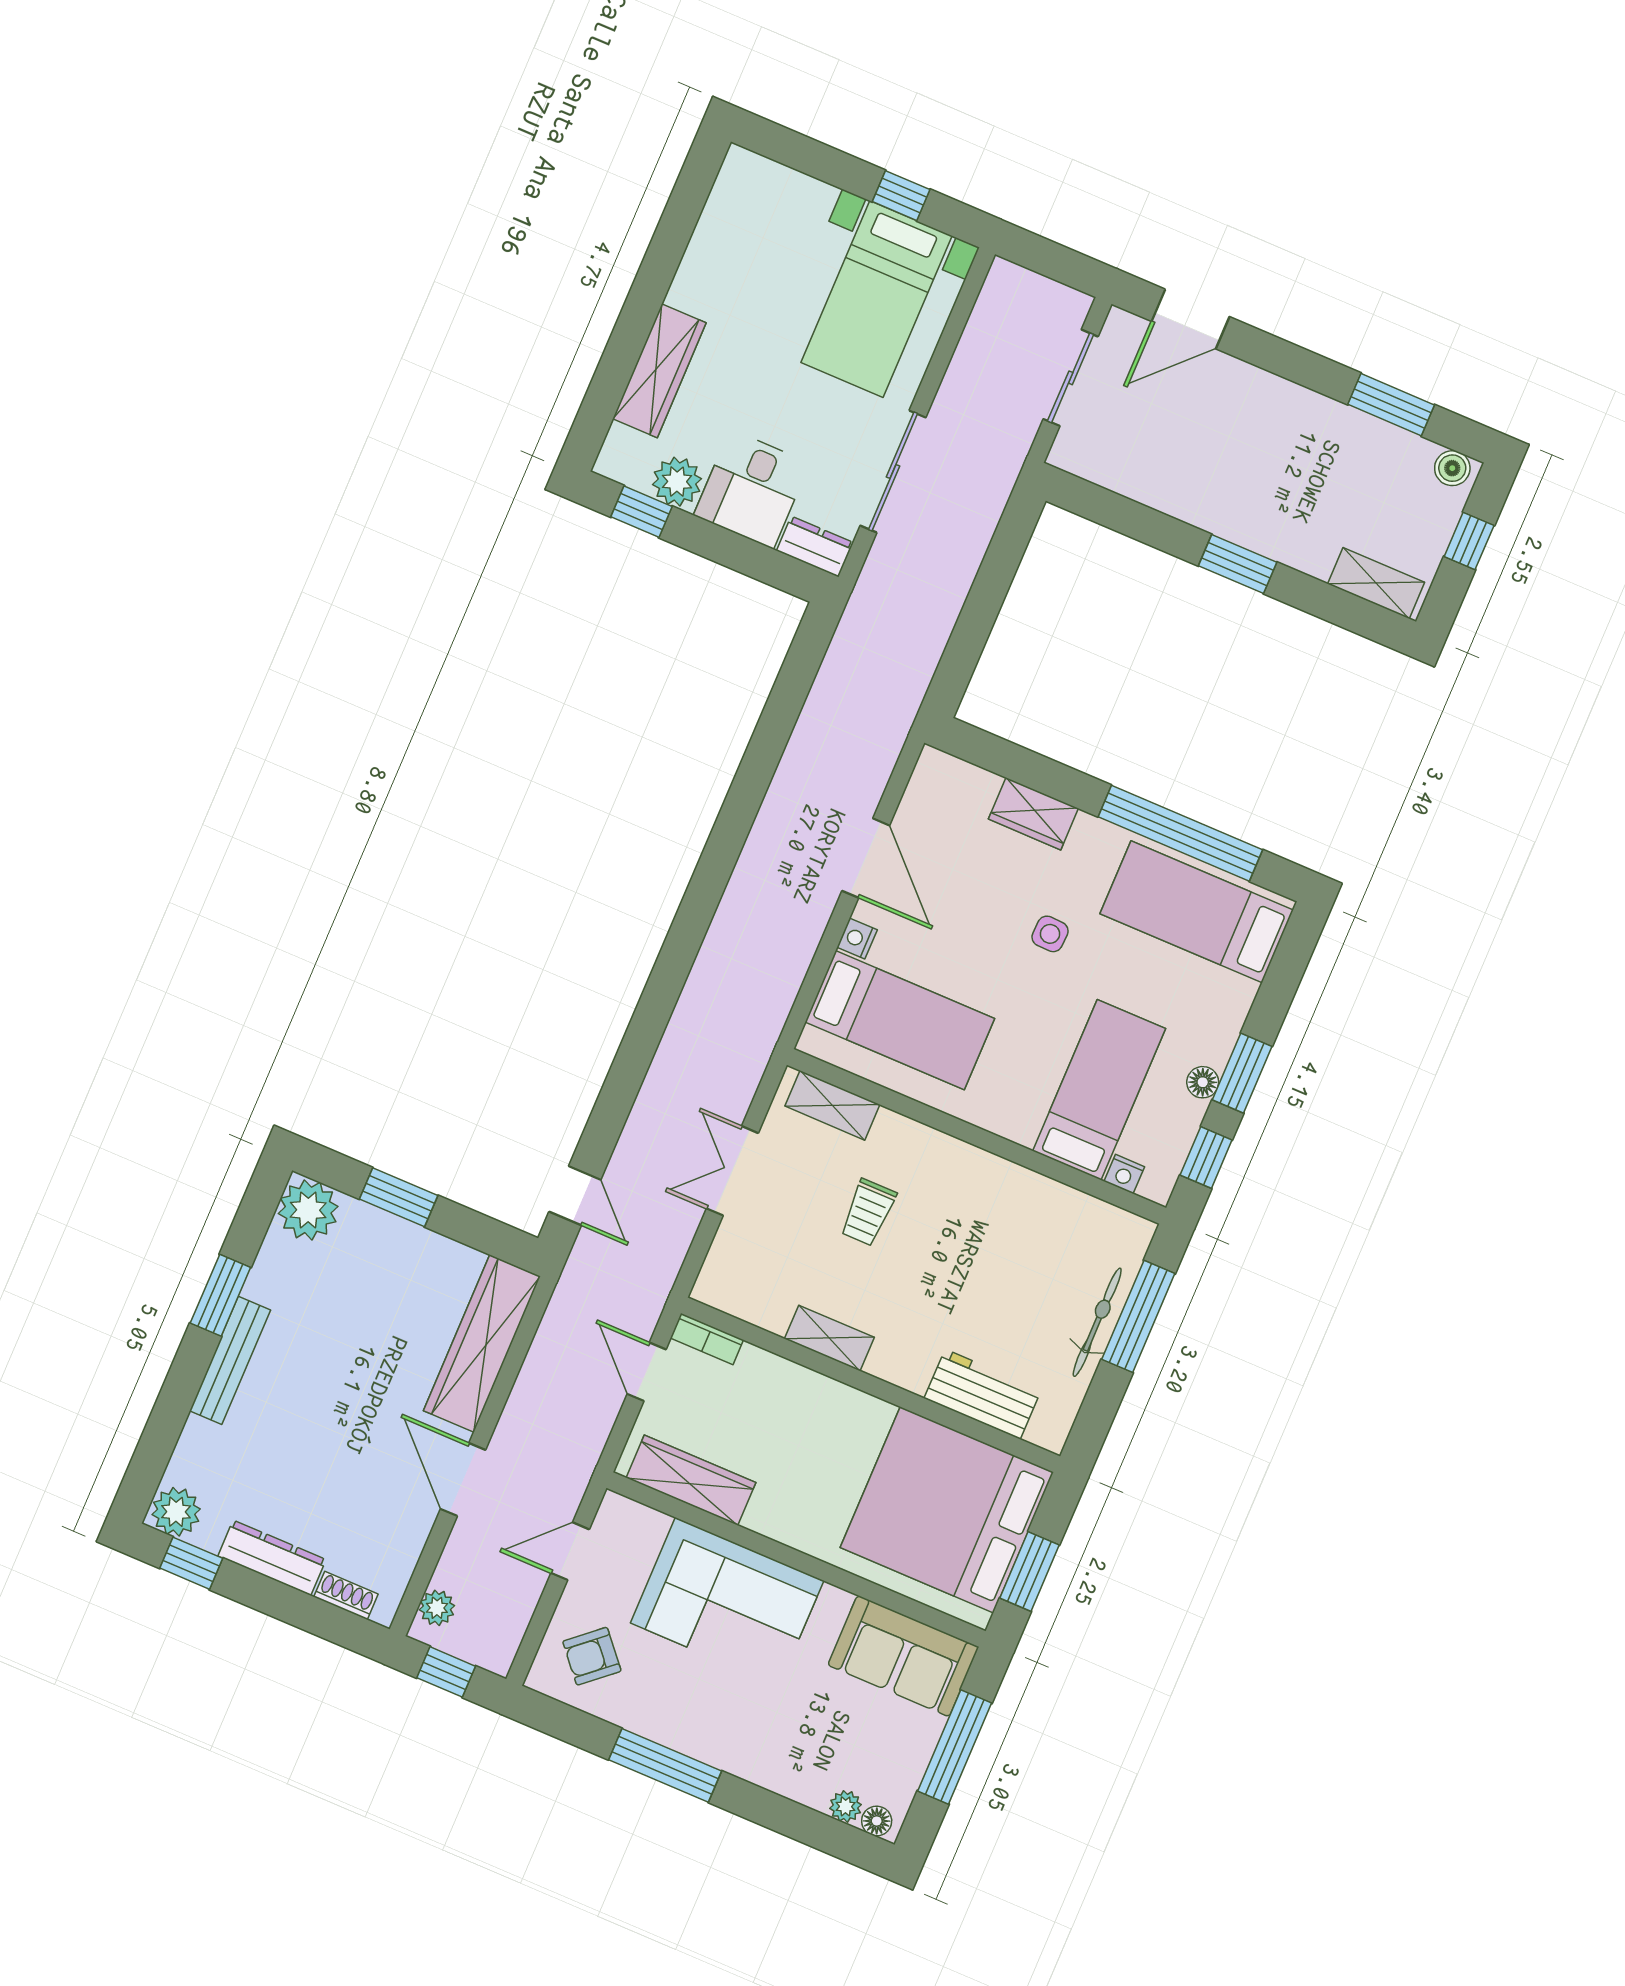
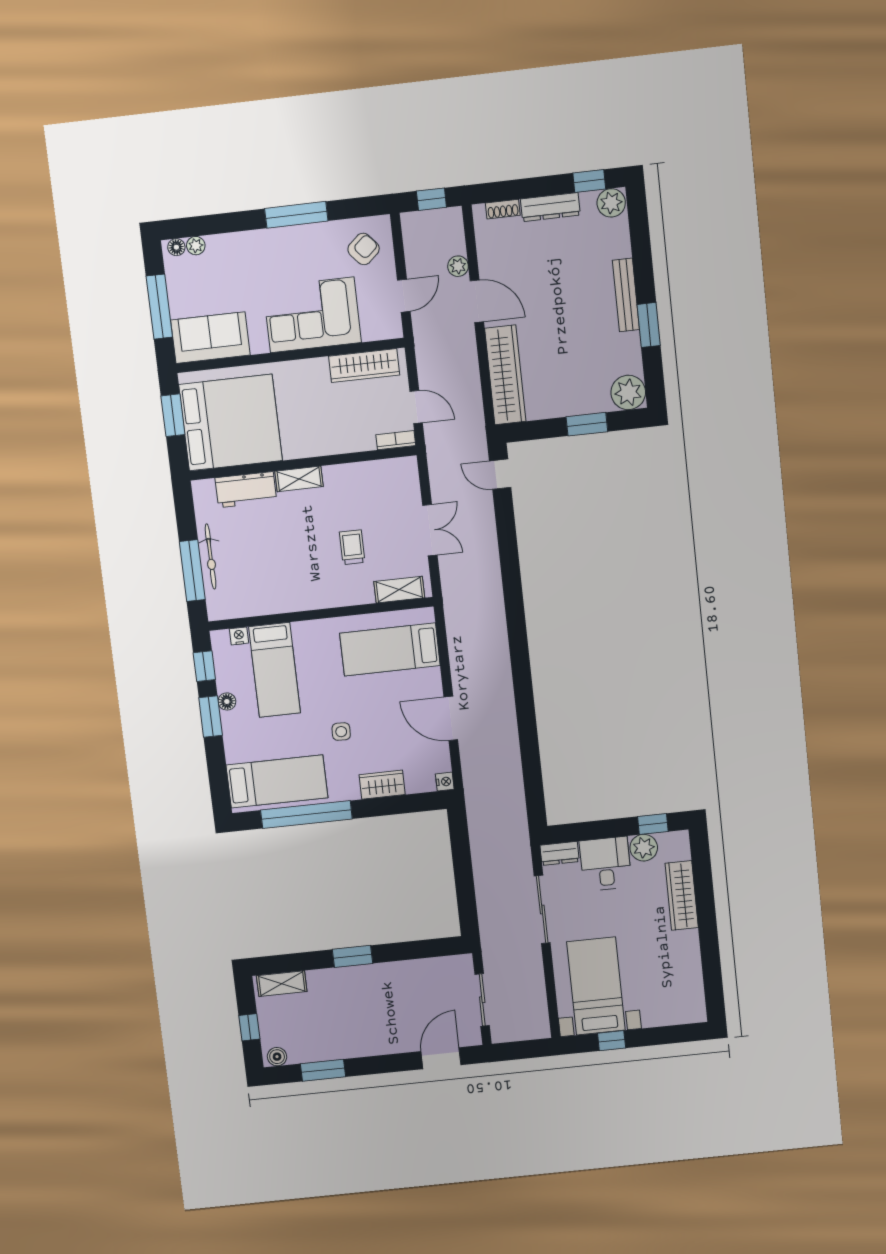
nightstand: (857, 938) -> (445, 782), moved
shelving: (829, 1338) -> (299, 479), moved
plant: (437, 1608) -> (458, 266), moved

